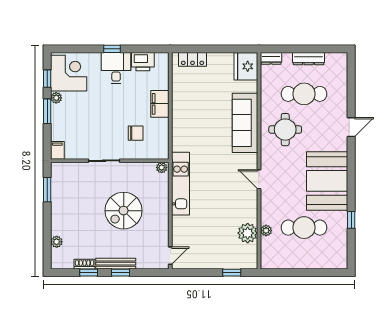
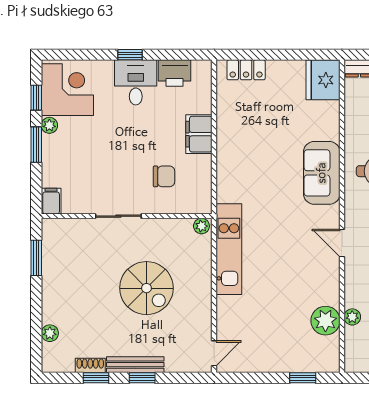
sofa: (245, 123) -> (322, 173), width x0.73
spiral stairs: (124, 211) -> (146, 288), turned -90

